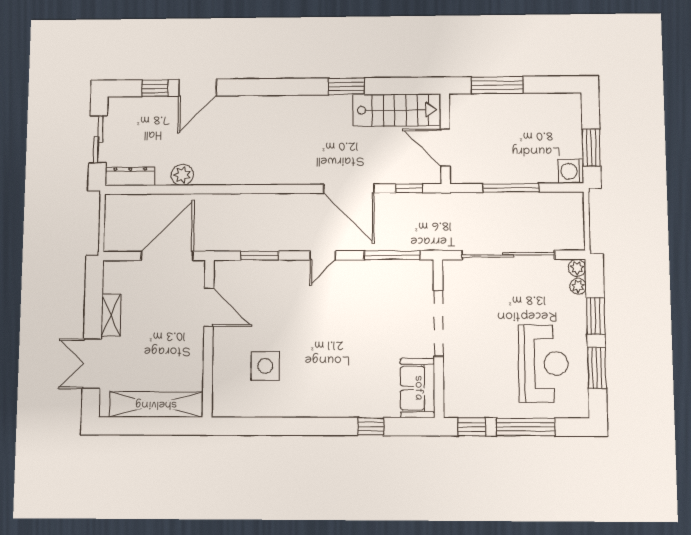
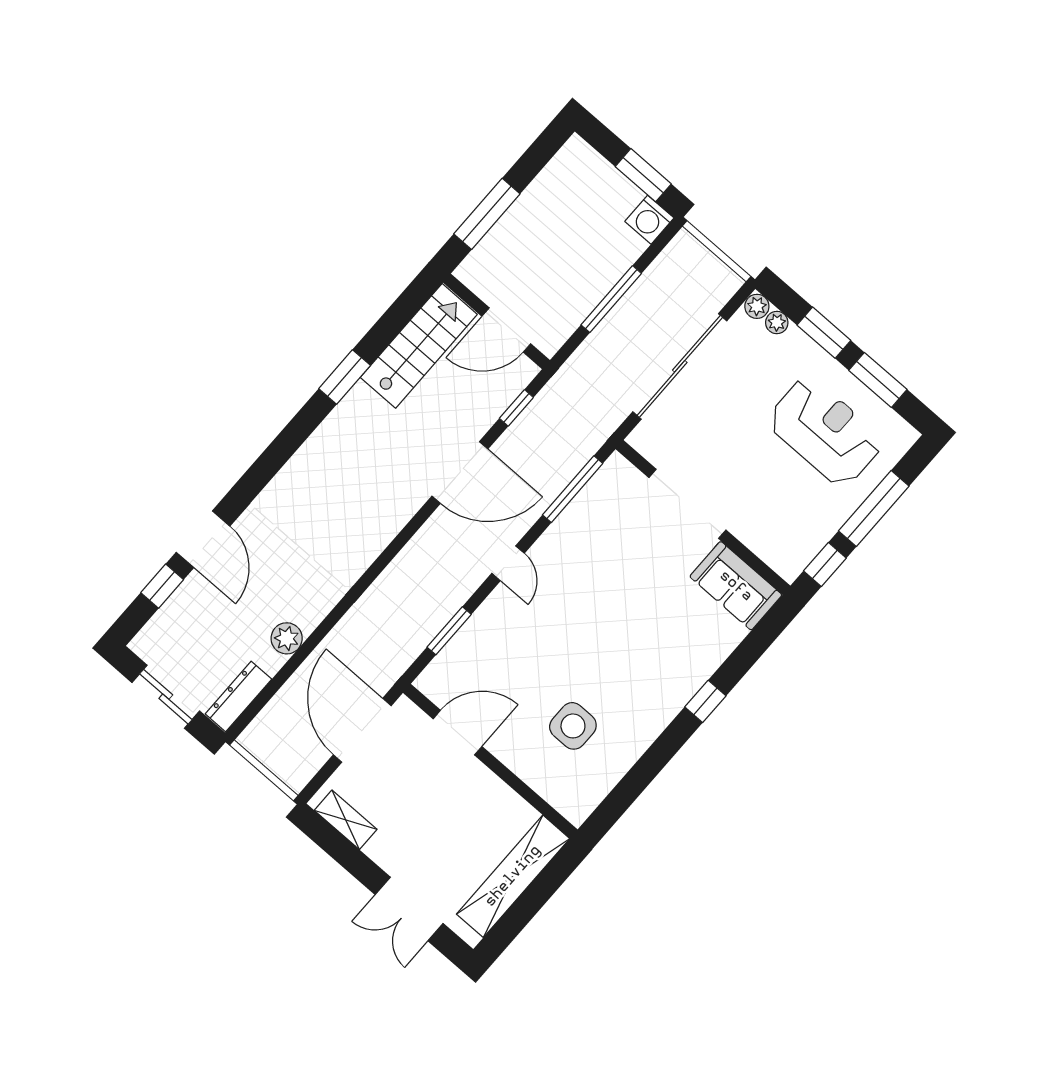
shelving: (111, 315) -> (346, 820), moved
window: (371, 427) -> (705, 701), moved

